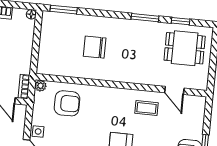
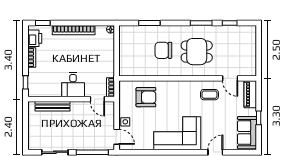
window: (64, 10) -> (149, 23), moved
dining table: (185, 48) -> (197, 52), moved
plant: (41, 86) -> (124, 85), removed
piano: (197, 113) -> (250, 94), added

